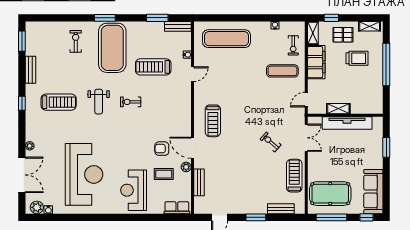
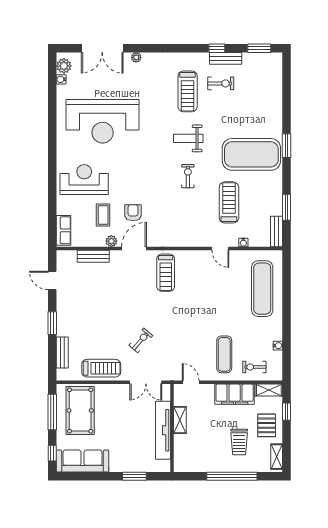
exercise bike: (76, 41) -> (221, 83), moved
window: (22, 103) -> (217, 48), moved
treadmill: (213, 121) -> (166, 273), turned -90

